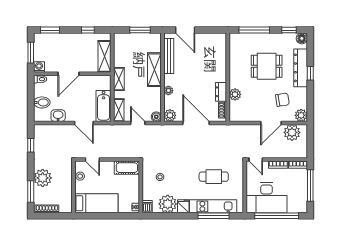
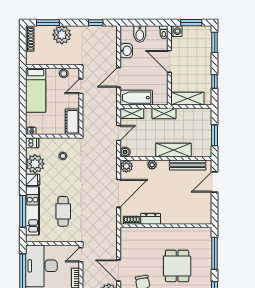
plant: (235, 94) -> (148, 233), removed

